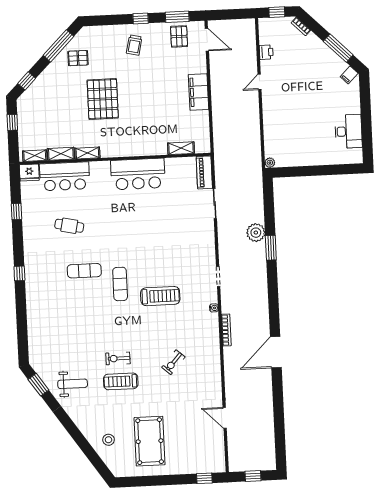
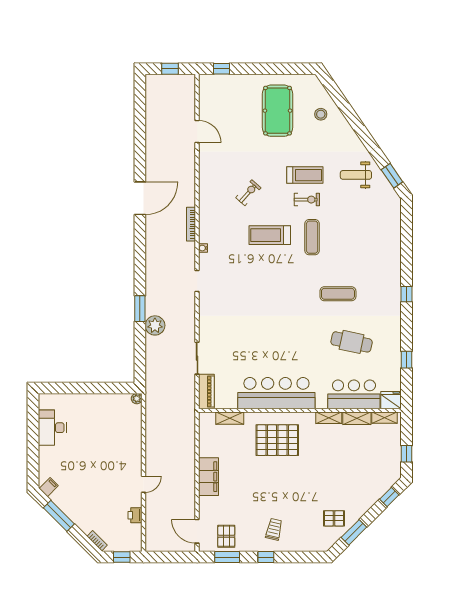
window: (58, 46) -> (354, 532), width x0.69
pallet: (103, 99) -> (277, 440), moved, turned 90
bar counter: (138, 174) -> (276, 393), width x1.36
cafe table: (69, 226) -> (352, 342), width x1.37, depth x1.35
exercise mat: (120, 284) -> (312, 237), moved
treadmill: (160, 296) -> (270, 235), moved

